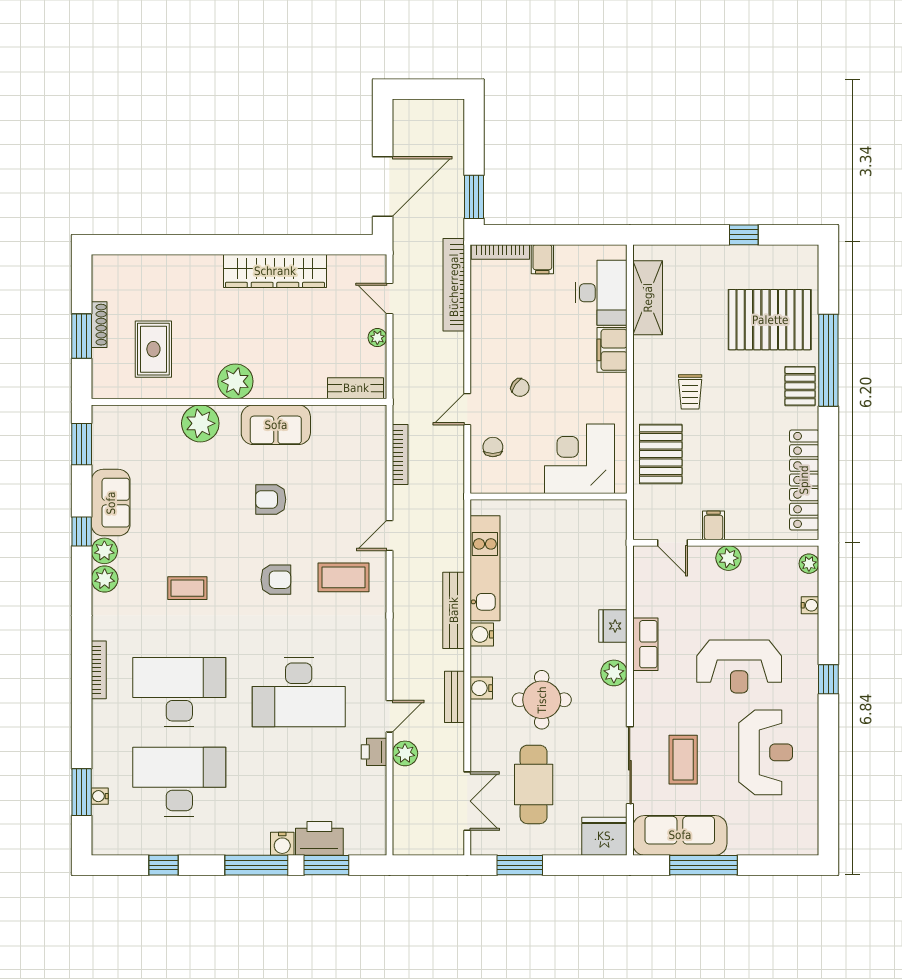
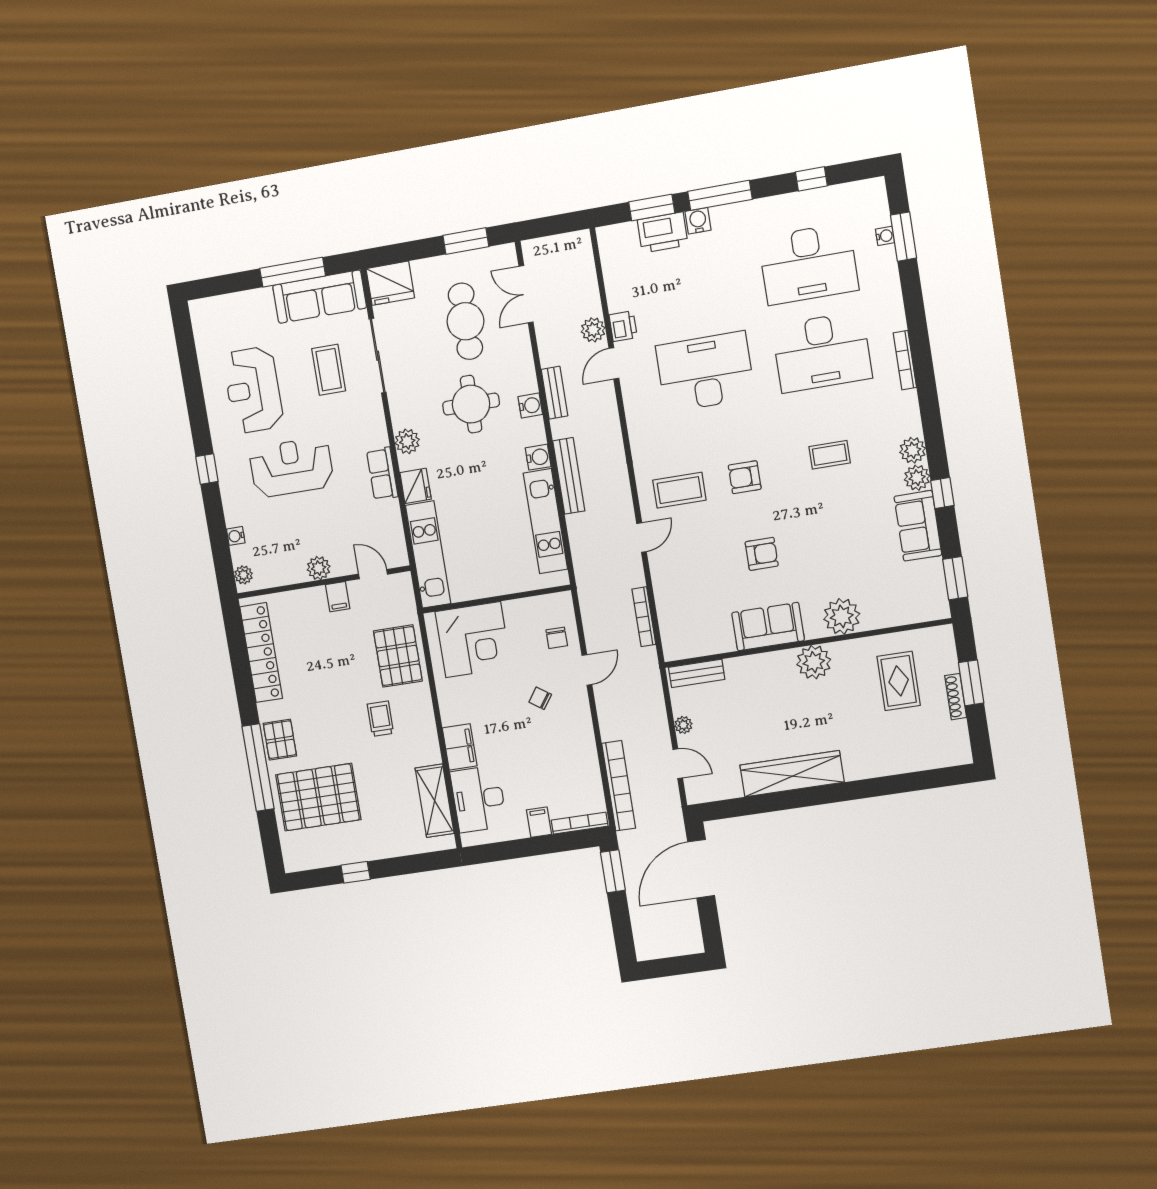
kitchen unit: (612, 554) -> (428, 555), added

